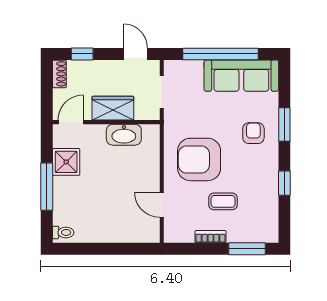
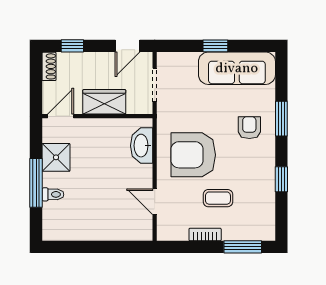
door: (135, 54) -> (128, 46), swing flipped
window: (221, 54) -> (215, 46), width x0.32
washbasin: (124, 135) -> (142, 146), moved, turned 90
toilet: (63, 232) -> (53, 194), moved

